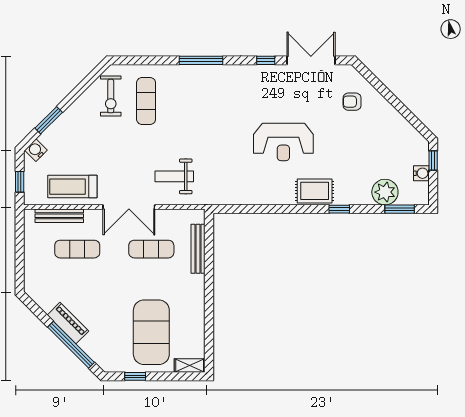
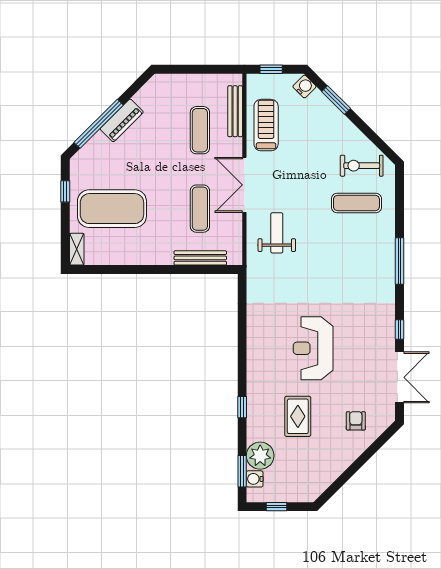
window: (433, 161) -> (277, 507), moved
water cooler: (421, 173) -> (255, 479), moved, turned 90
rug: (315, 191) -> (298, 416), moved

